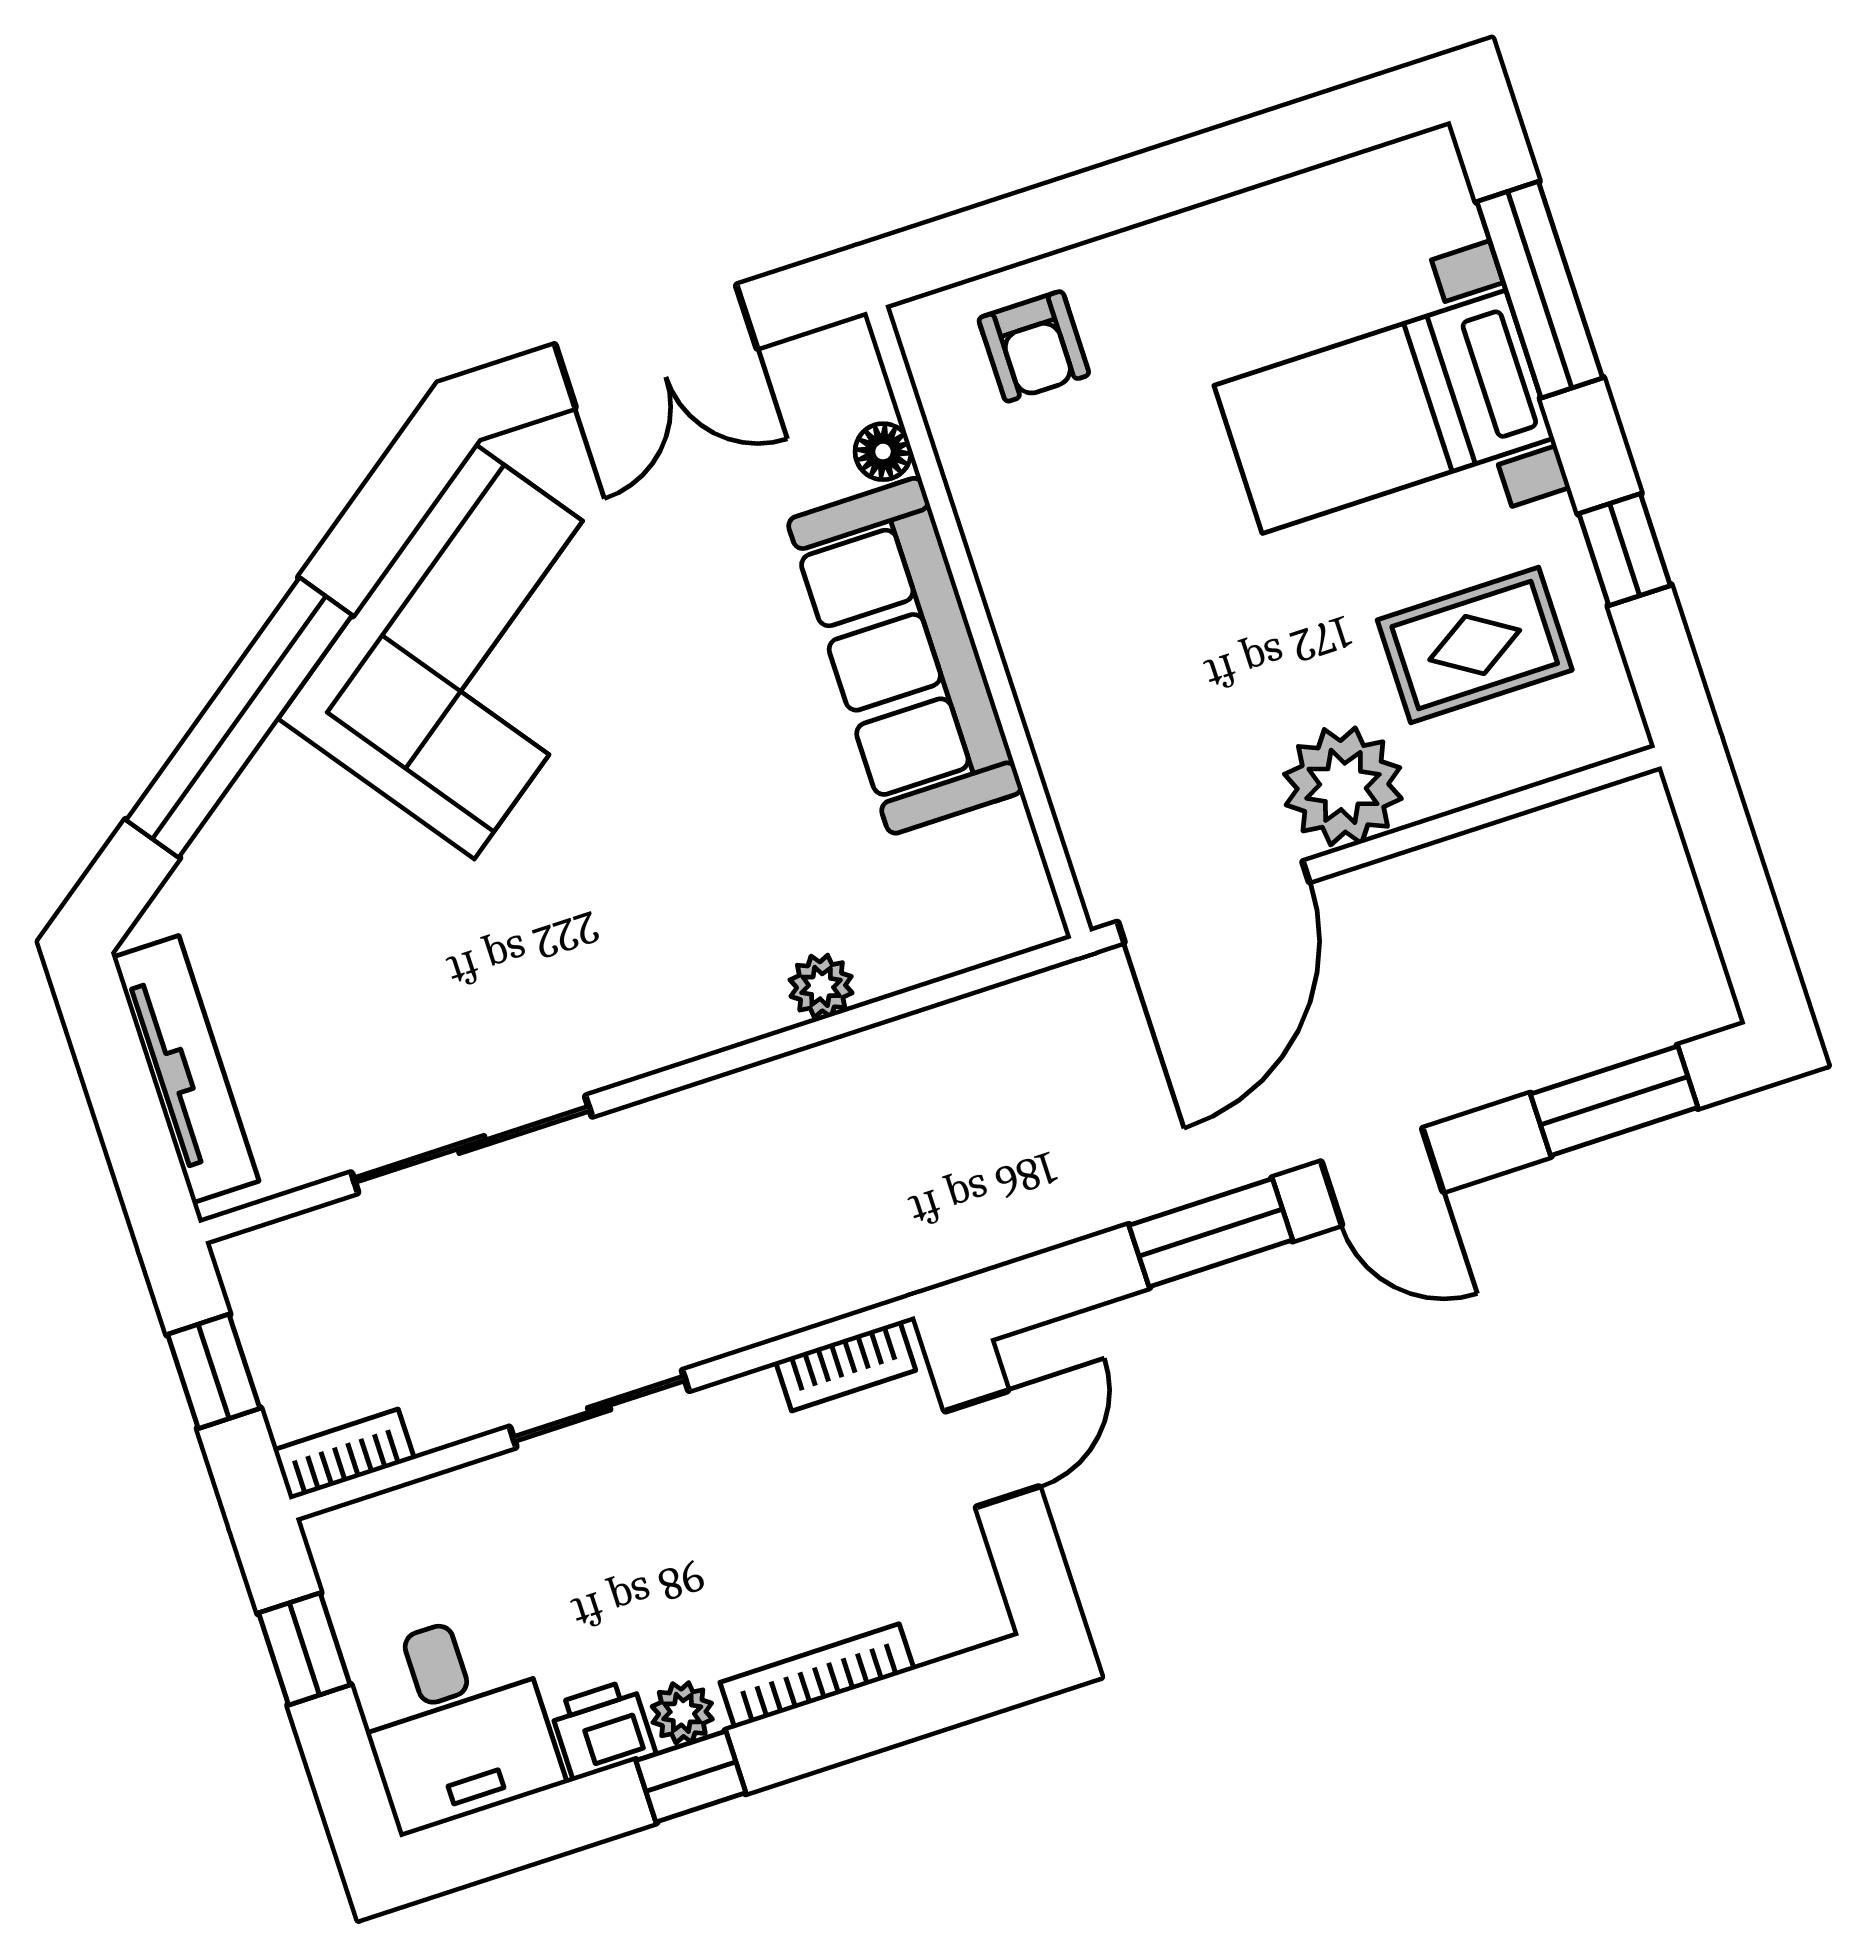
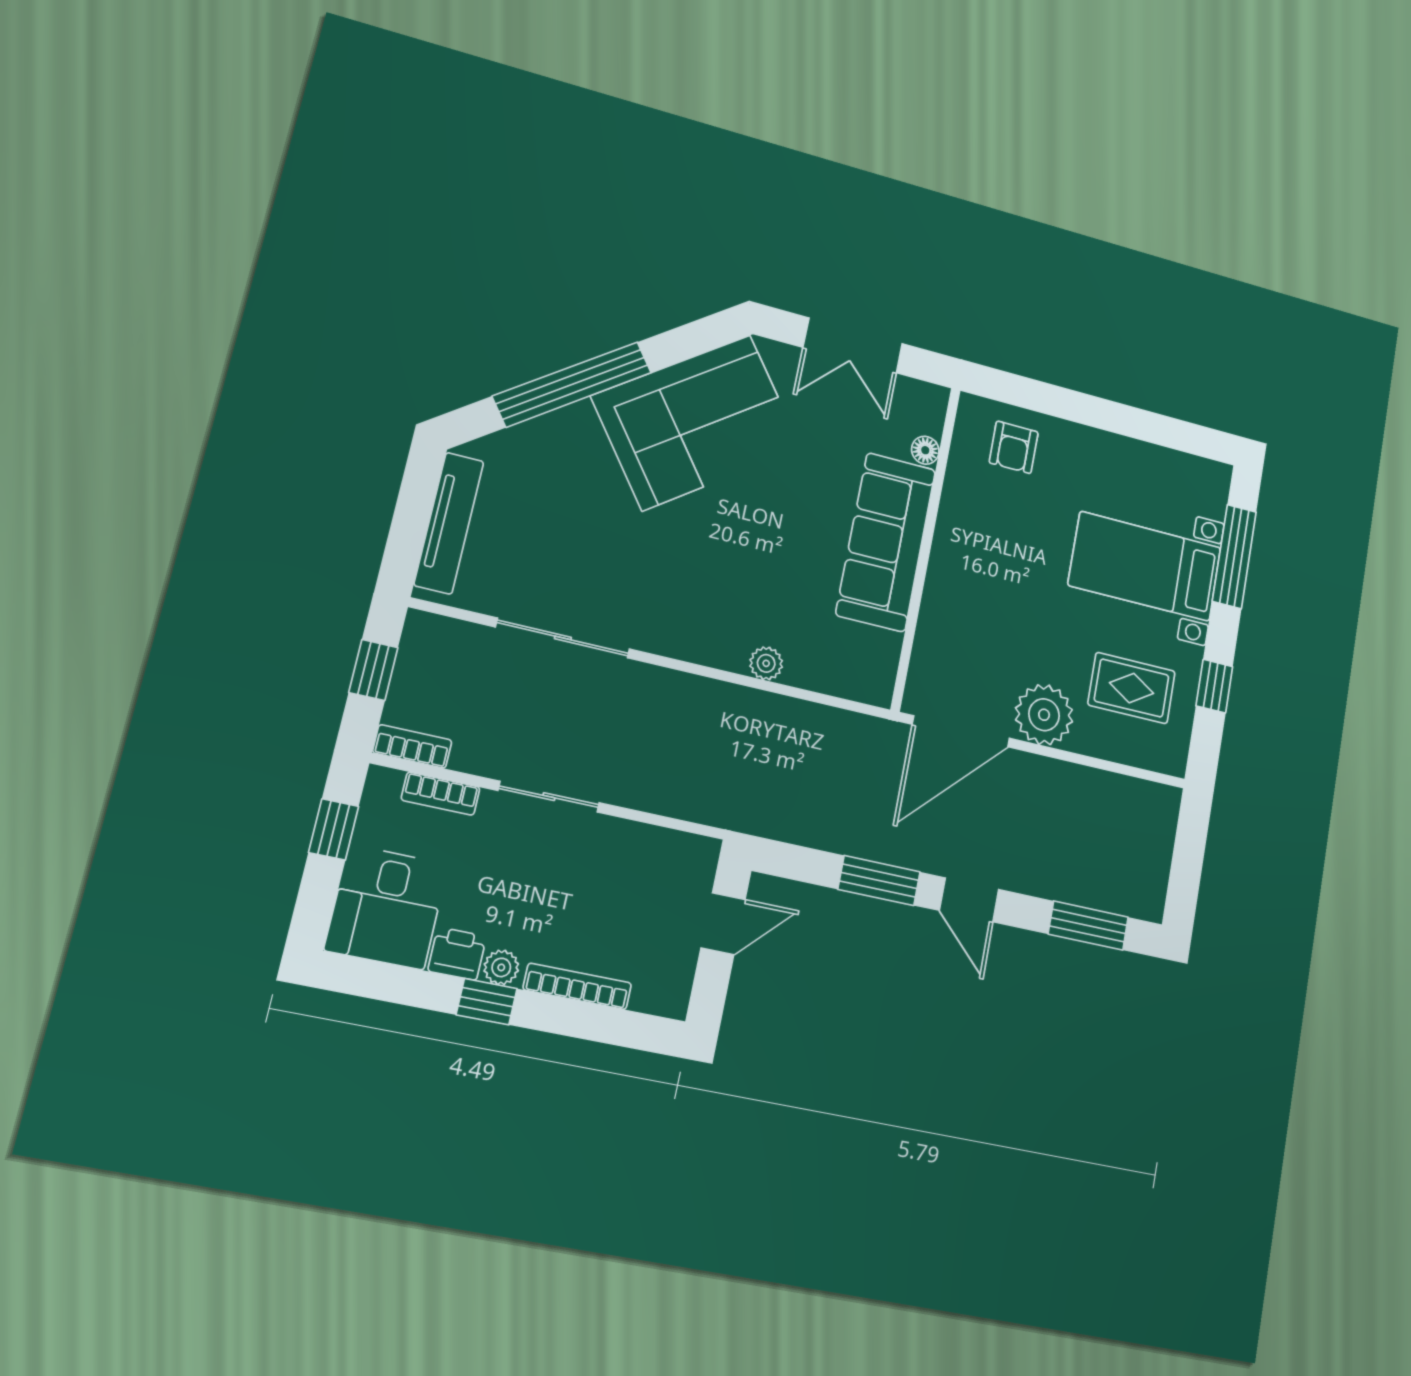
bookcase: (846, 1366) -> (441, 794), moved

